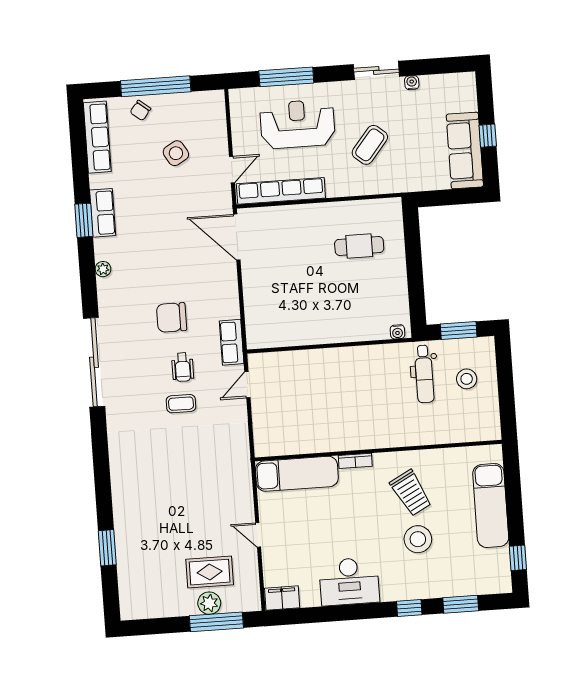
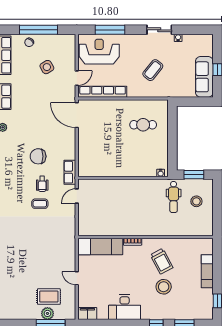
reception desk: (297, 124) -> (99, 52), moved
exam couch: (491, 506) -> (207, 271), width x0.73, depth x0.69

